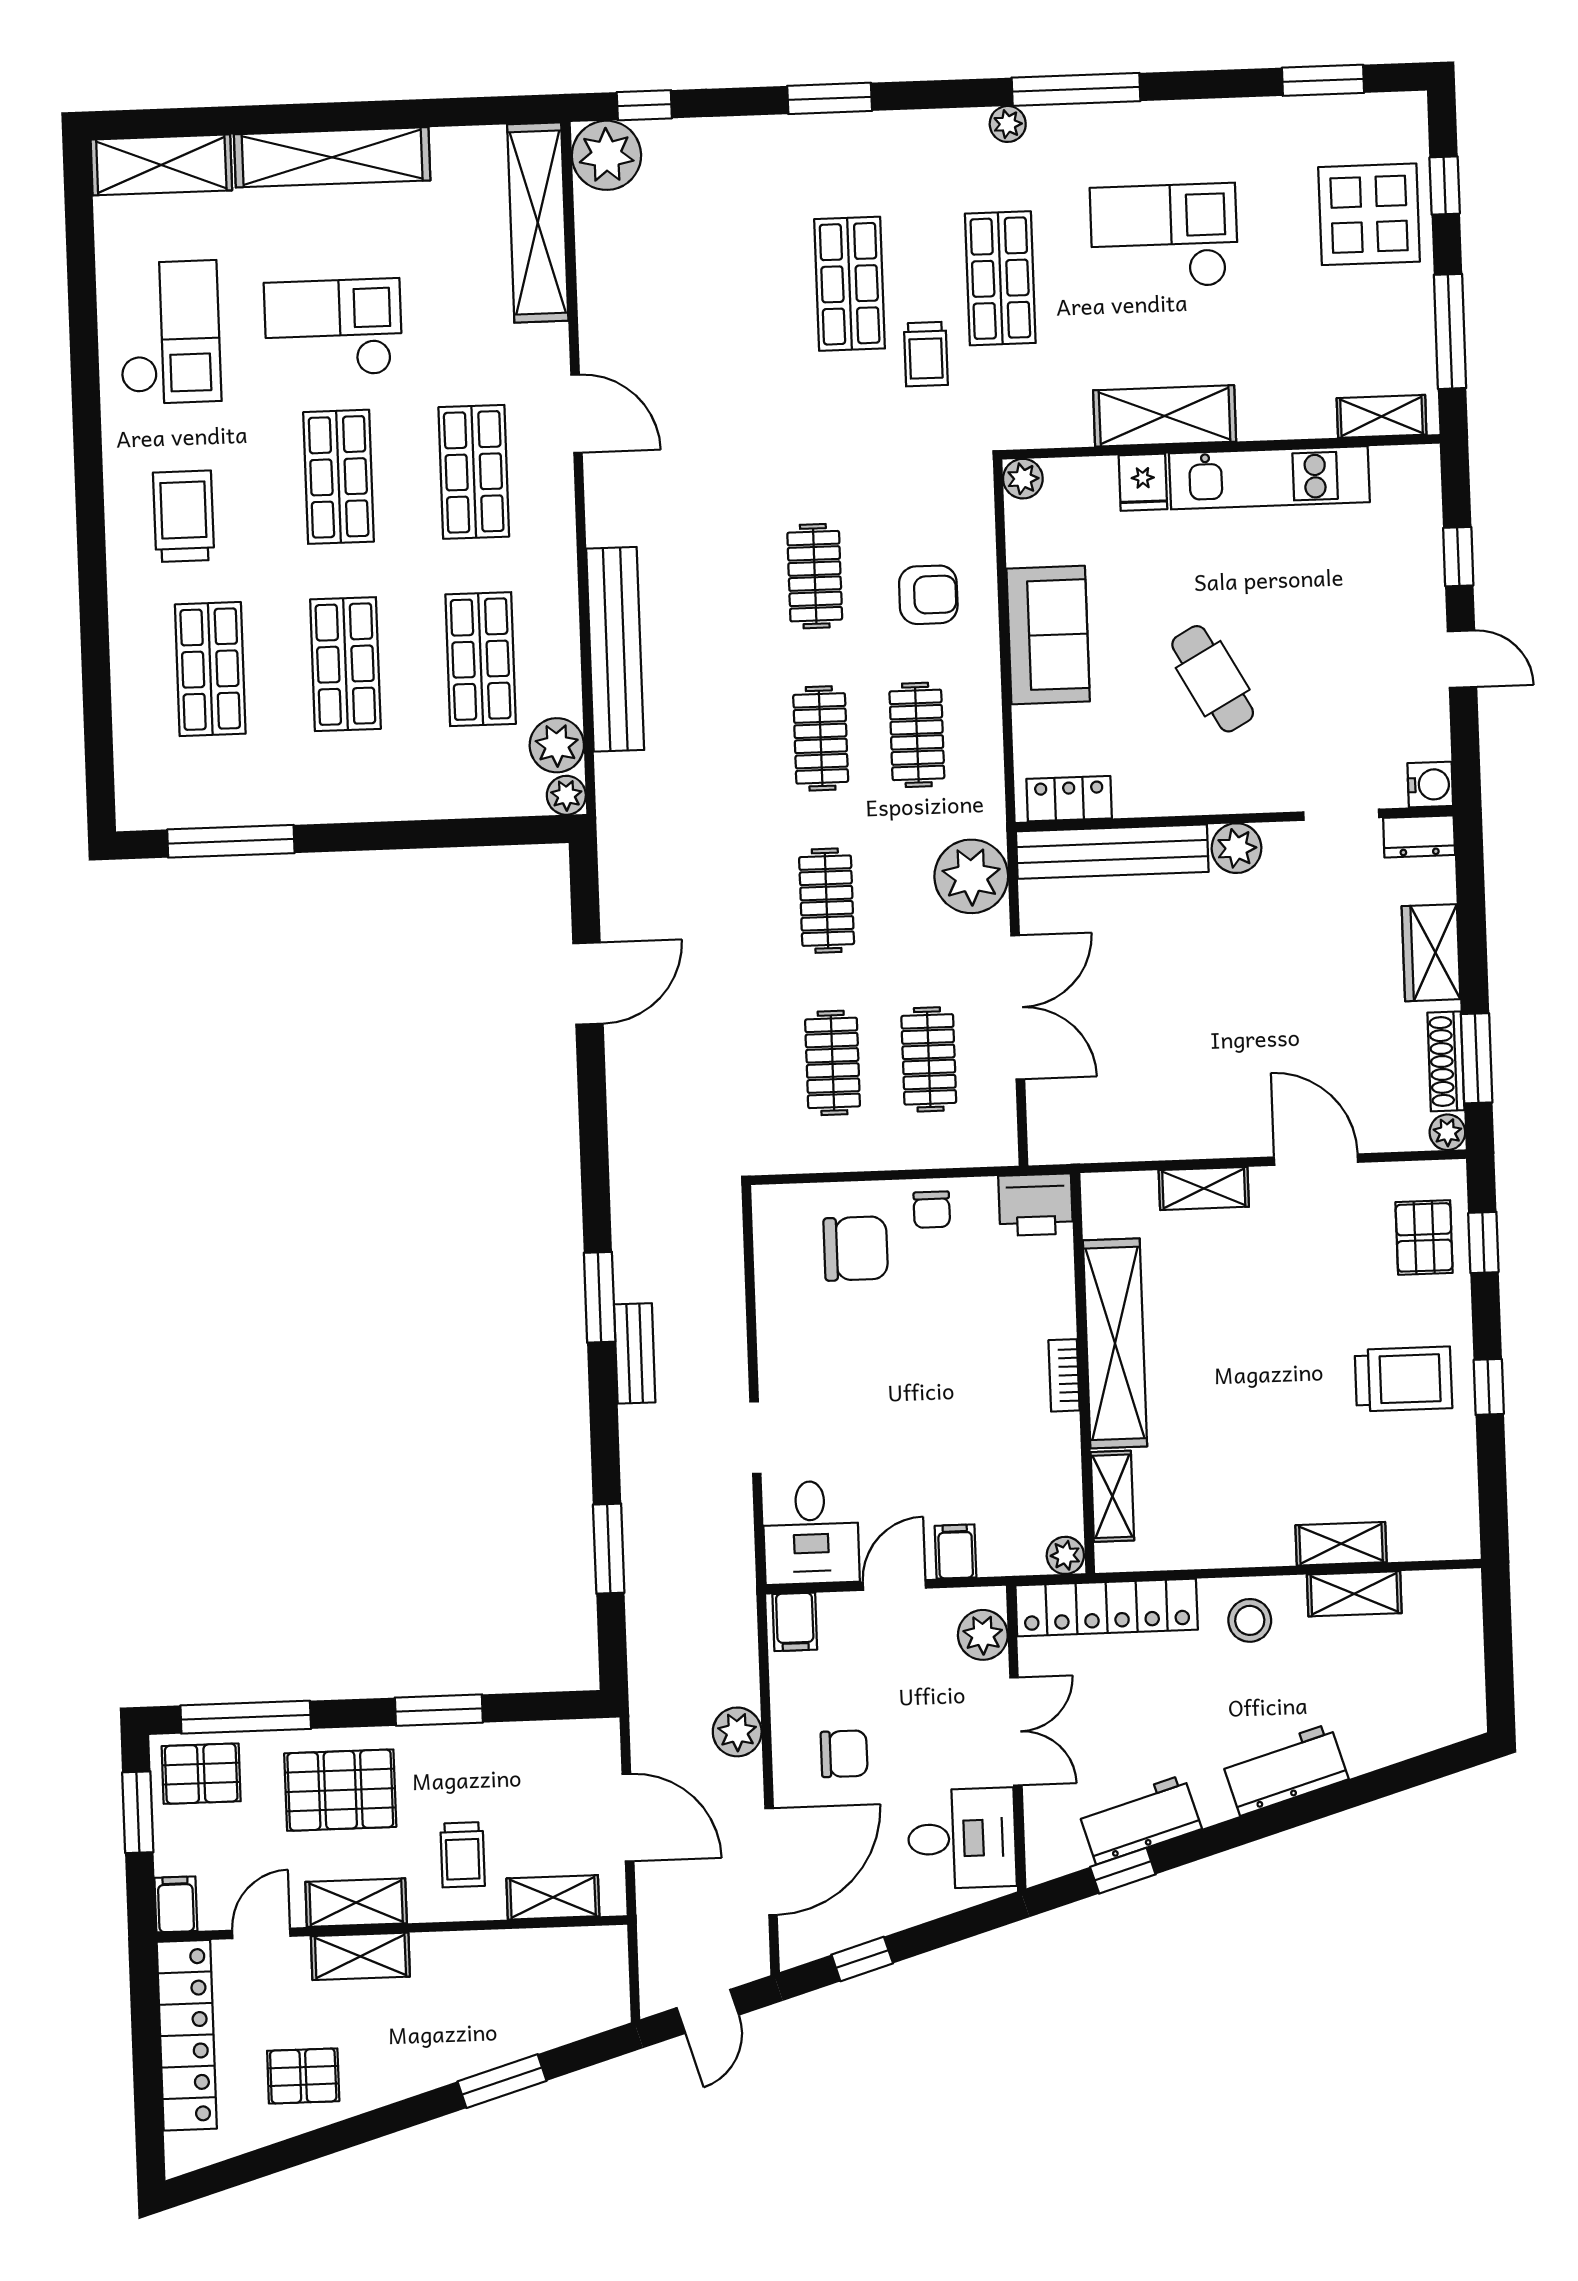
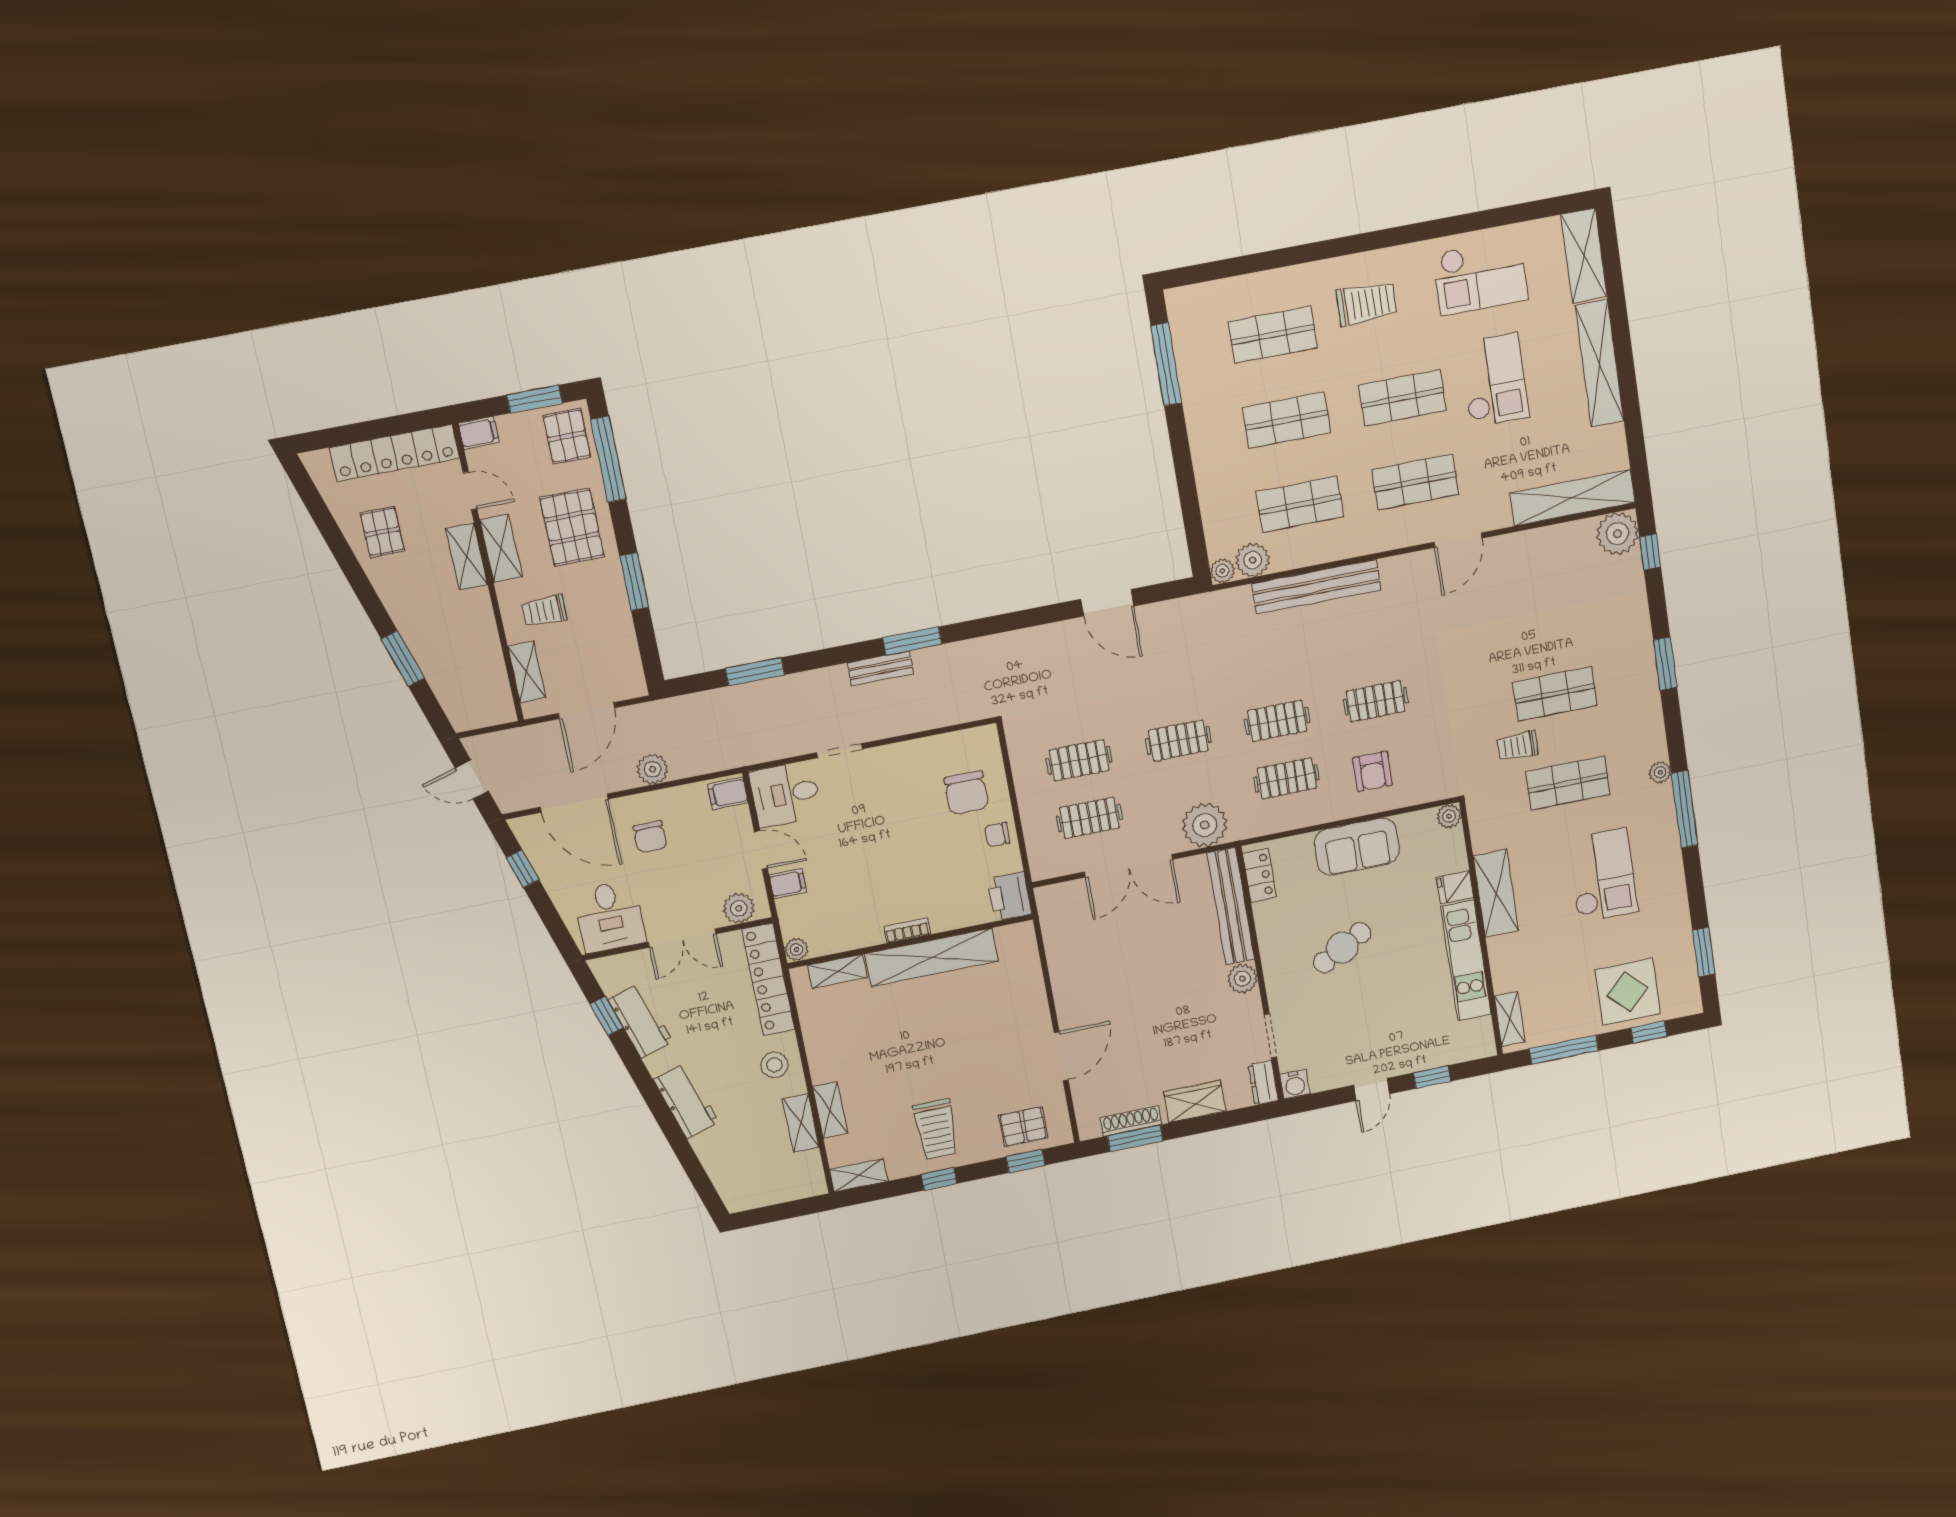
plant: (1447, 1132) -> (1089, 1129), removed
shelving: (1204, 1188) -> (859, 1175), moved, turned 90

